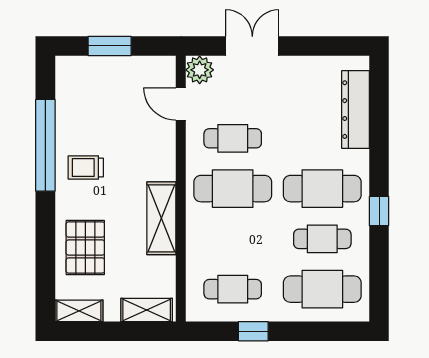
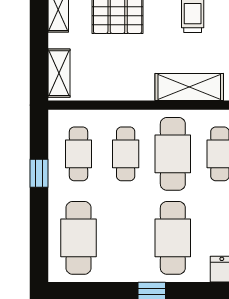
shelving: (161, 218) -> (189, 87), moved
cafe table: (322, 239) -> (126, 154), moved

